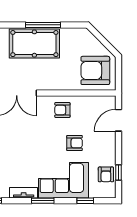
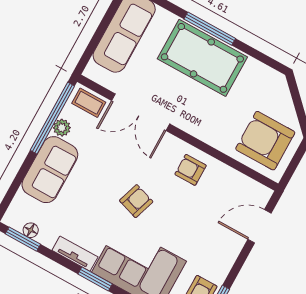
window: (43, 25) -> (210, 29), moved
armchair: (75, 143) -> (136, 201), moved, turned -72

